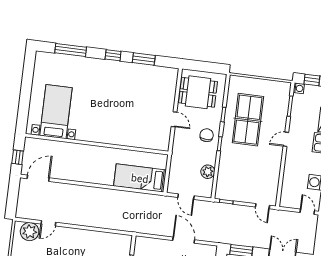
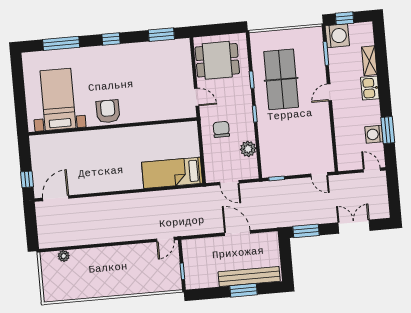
window: (144, 59) -> (161, 35), moved
washing machine: (299, 88) -> (337, 36), width x1.89, depth x1.89
bed with nightstands: (56, 112) -> (58, 99), moved
armchair: (97, 115) -> (108, 111), added
chair: (207, 135) -> (221, 129), moved
wall: (97, 144) -> (113, 126), moved
door: (48, 223) -> (165, 239), moved
plant: (30, 232) -> (64, 256), width x0.53, depth x0.53

